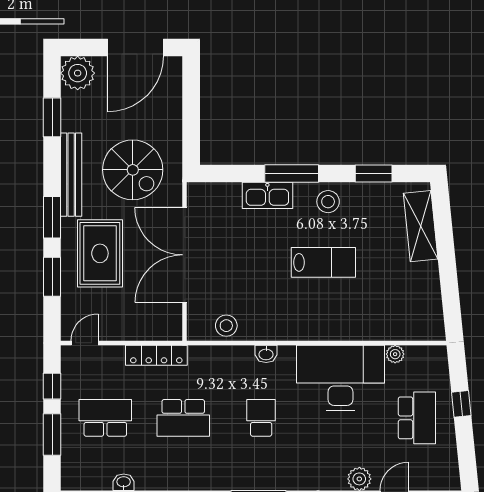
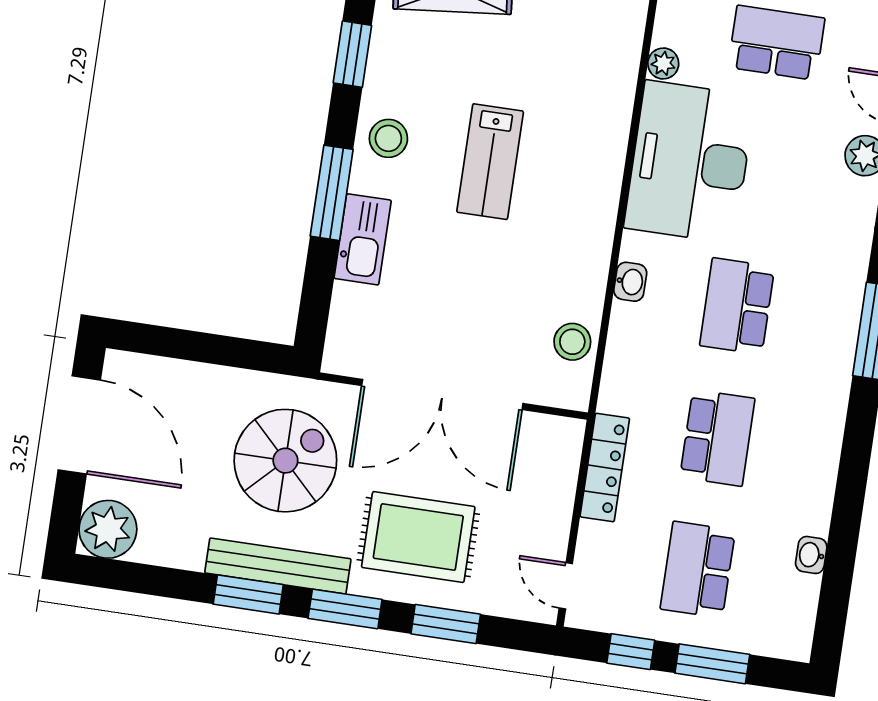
window: (52, 117) -> (248, 594), moved
lab bench: (323, 262) -> (490, 162), turned 180
school desk: (261, 418) -> (737, 306), width x1.85

